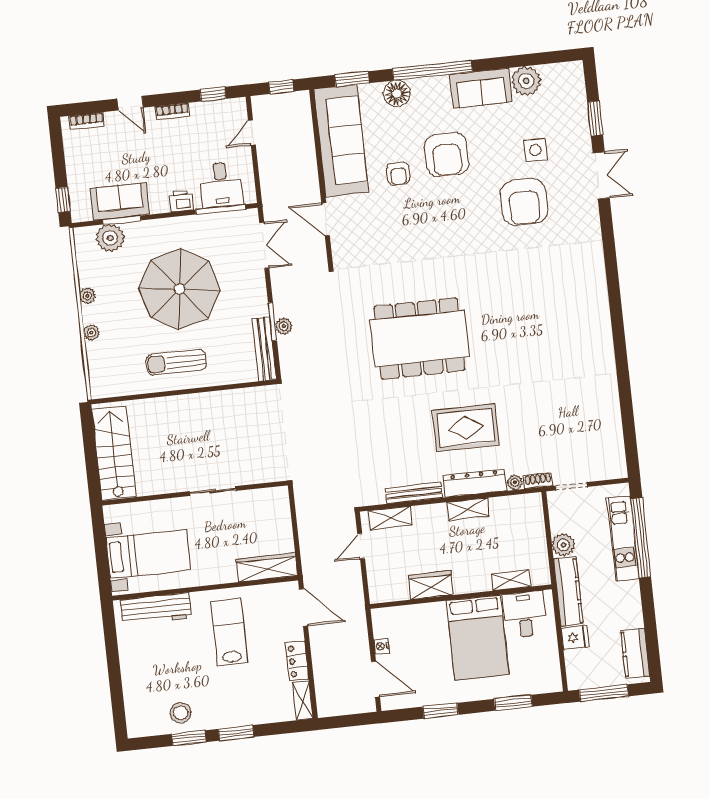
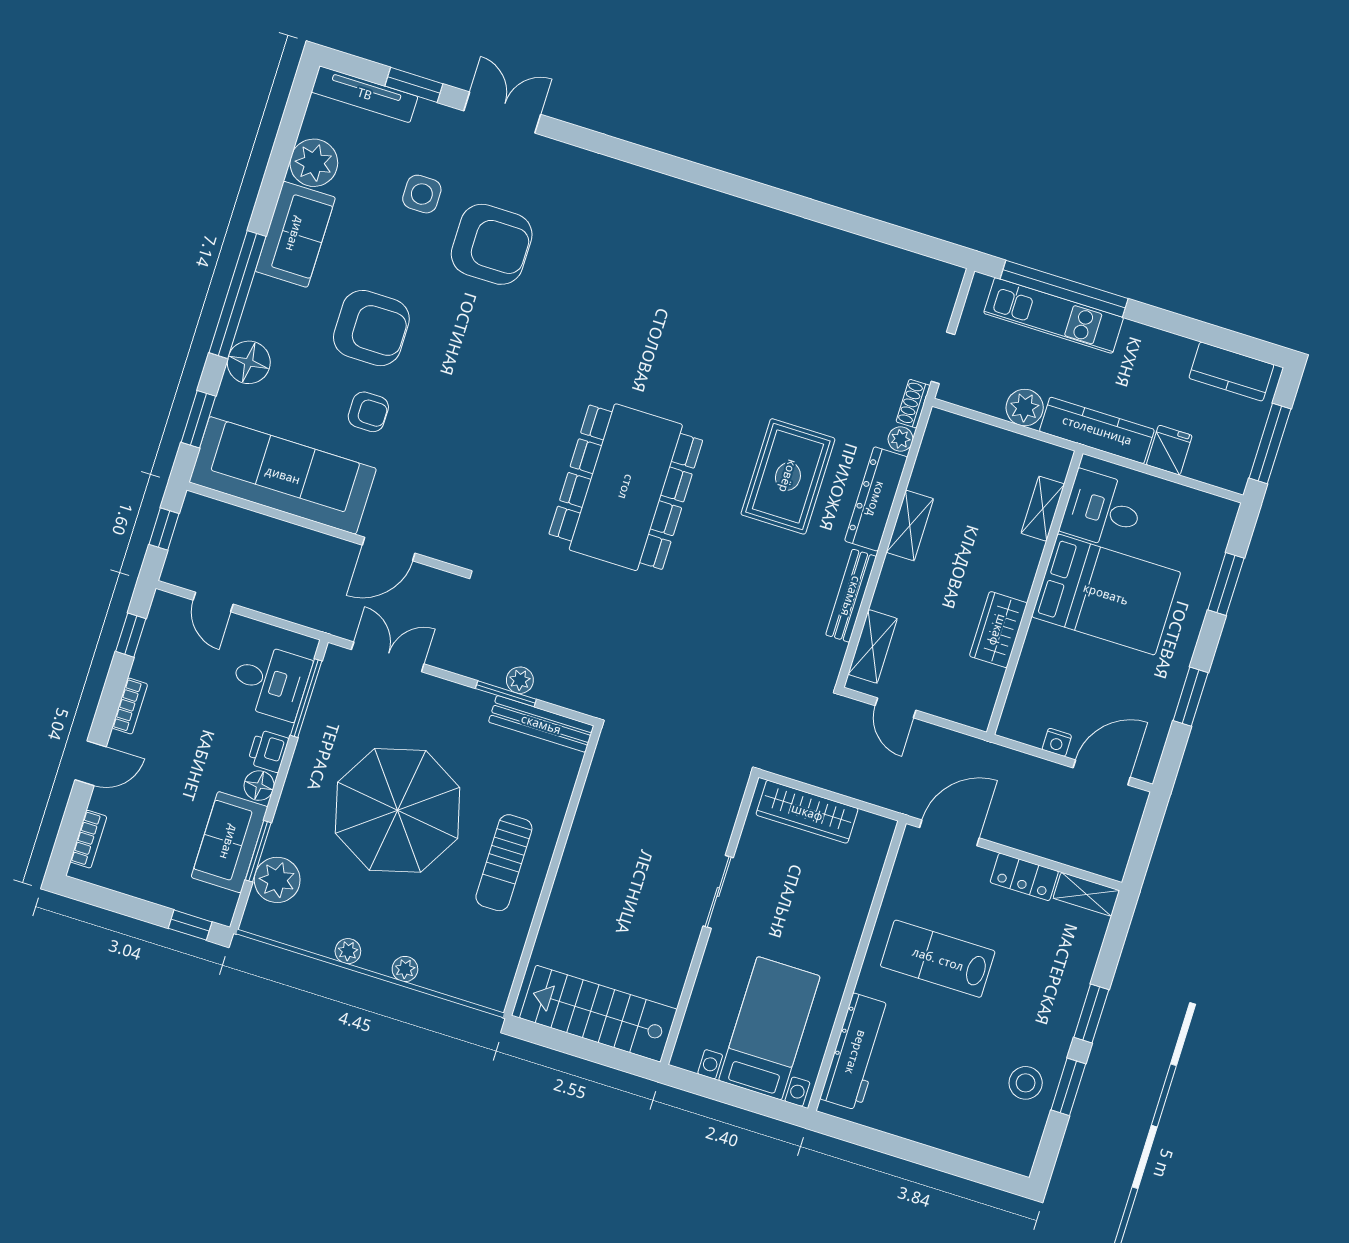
tv unit: (578, 93) -> (365, 94), added
floor lamp: (159, 204) -> (259, 786), added
wardrobe: (267, 568) -> (807, 812), moved, turned -90

